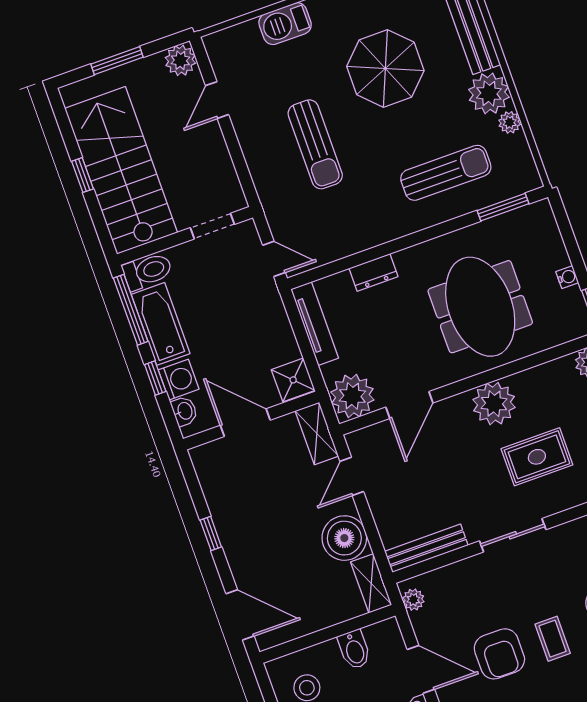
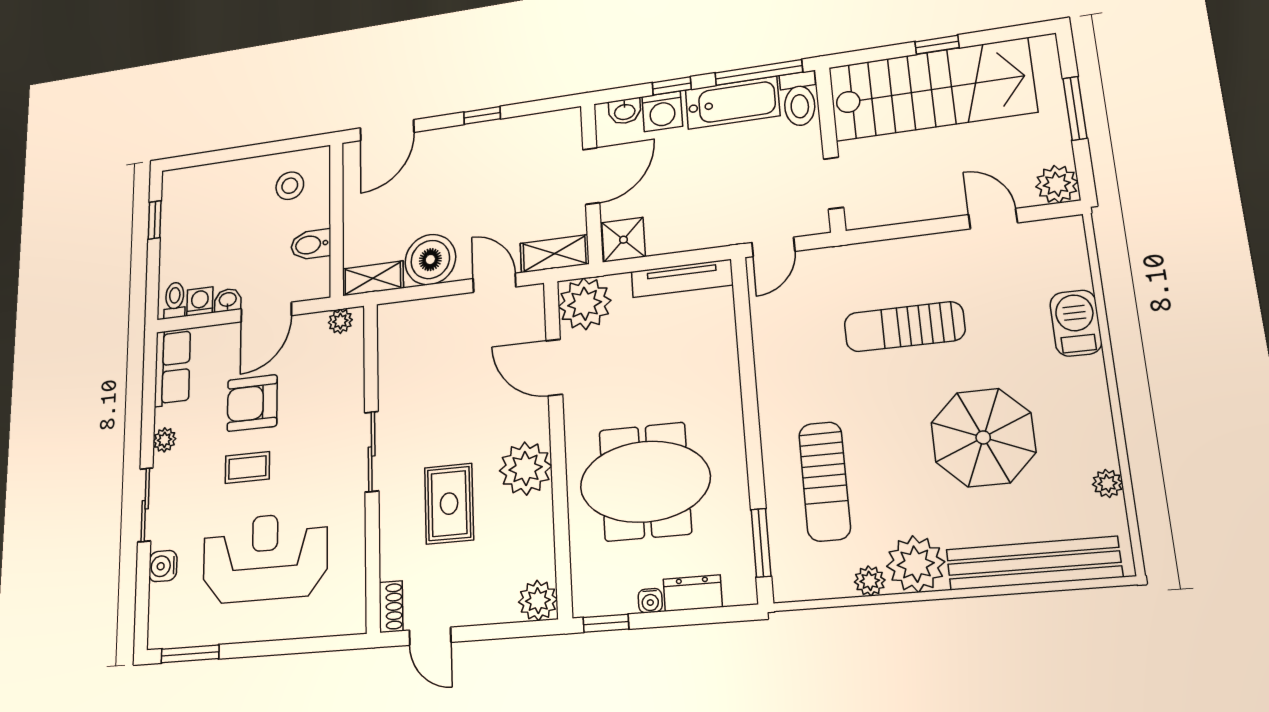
dresser: (373, 272) -> (693, 593), moved, turned 90
bench: (426, 548) -> (390, 349), removed

